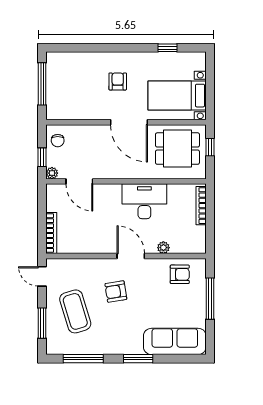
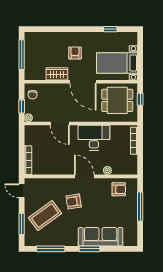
wardrobe: (92, 111) -> (57, 74), added
door: (79, 181) -> (60, 124), moved
coffee table: (75, 311) -> (45, 216), turned 71
sofa: (175, 341) -> (101, 237), moved

